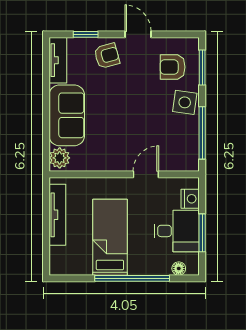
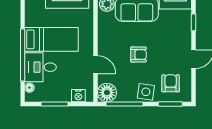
armchair: (107, 56) -> (138, 55), moved, turned -75
floor lamp: (186, 158) -> (107, 93), added
desk: (177, 231) -> (40, 67), moved, turned 90

